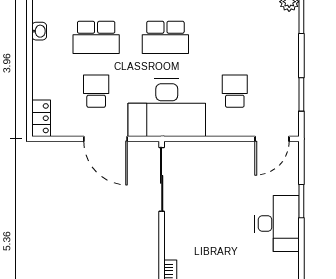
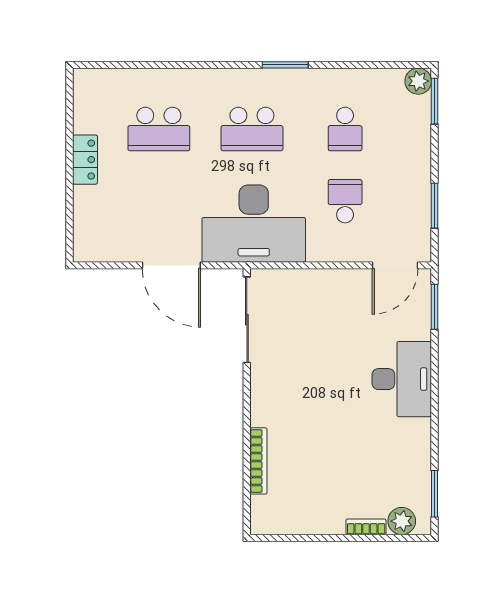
washbasin: (39, 31) -> (82, 121), removed
school desk: (96, 91) -> (345, 129), moved, turned 180
locker: (41, 118) -> (85, 160), moved
window: (301, 201) -> (434, 307), moved

